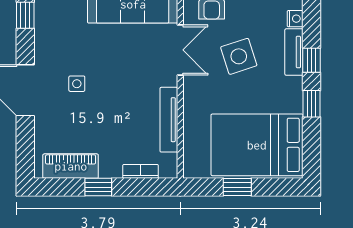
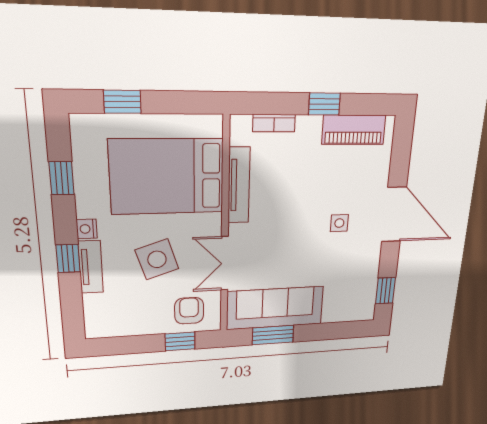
nightstand: (295, 19) -> (87, 229), moved
window: (311, 104) -> (62, 178), moved
bed: (257, 145) -> (167, 177), moved, turned 180
window: (237, 187) -> (122, 102), moved

